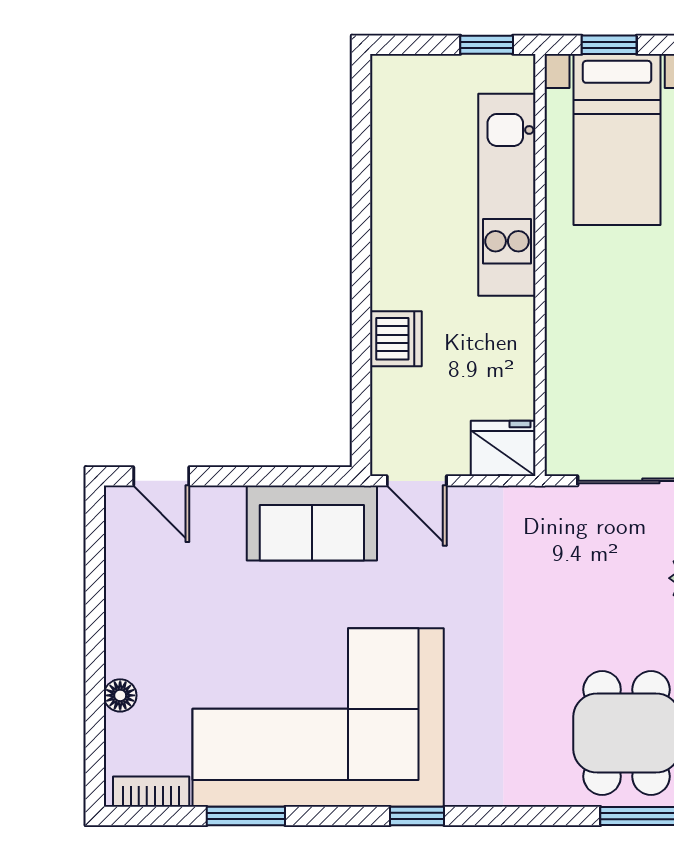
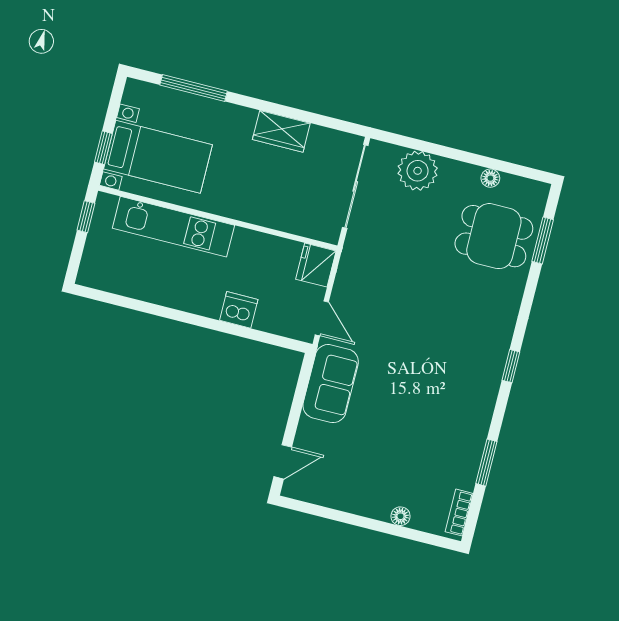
door: (417, 481) -> (322, 318), hinge flipped
corner sofa: (318, 717) -> (441, 408), removed

